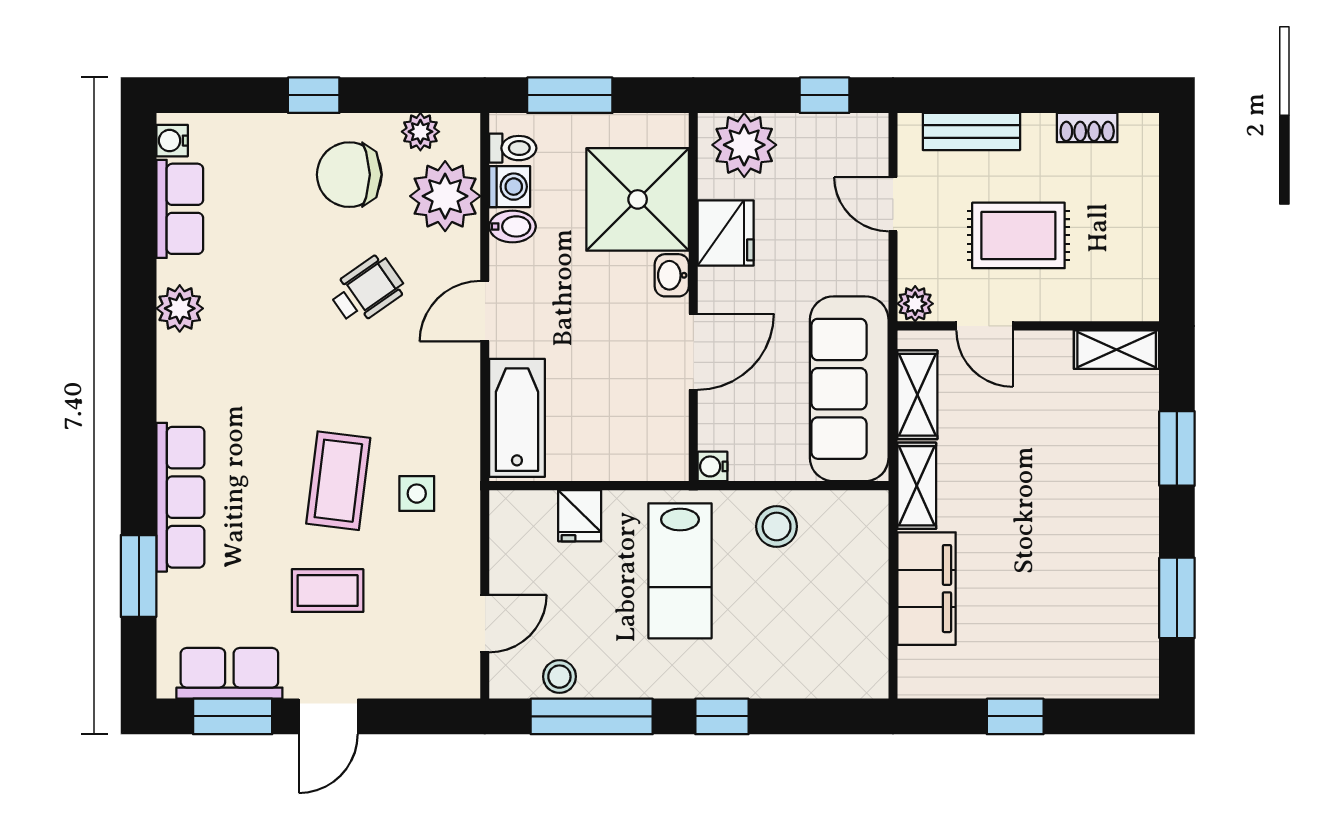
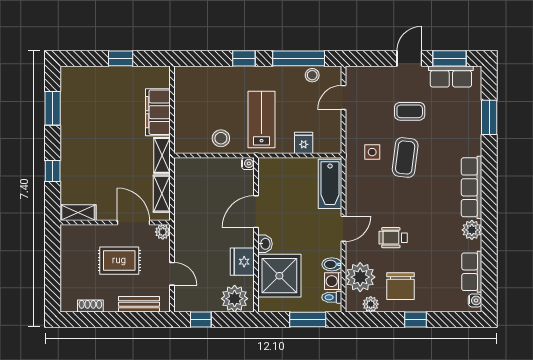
chair: (349, 175) -> (401, 286), turned 90
wheelchair: (367, 290) -> (393, 238), turned 35
door: (985, 326) -> (133, 223), width x1.38
sofa: (849, 389) -> (190, 196), removed
window: (1177, 448) -> (53, 171), width x0.67
row of seats: (180, 497) -> (472, 187), moved

